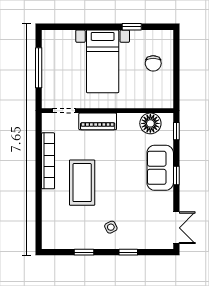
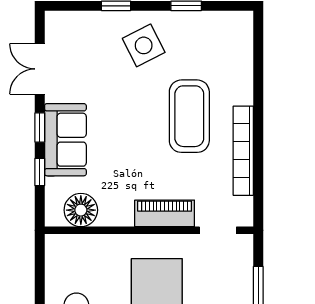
window: (176, 131) -> (40, 172), moved
side table: (111, 227) -> (144, 45), width x1.87, depth x1.87
double door: (176, 228) -> (40, 69), moved

